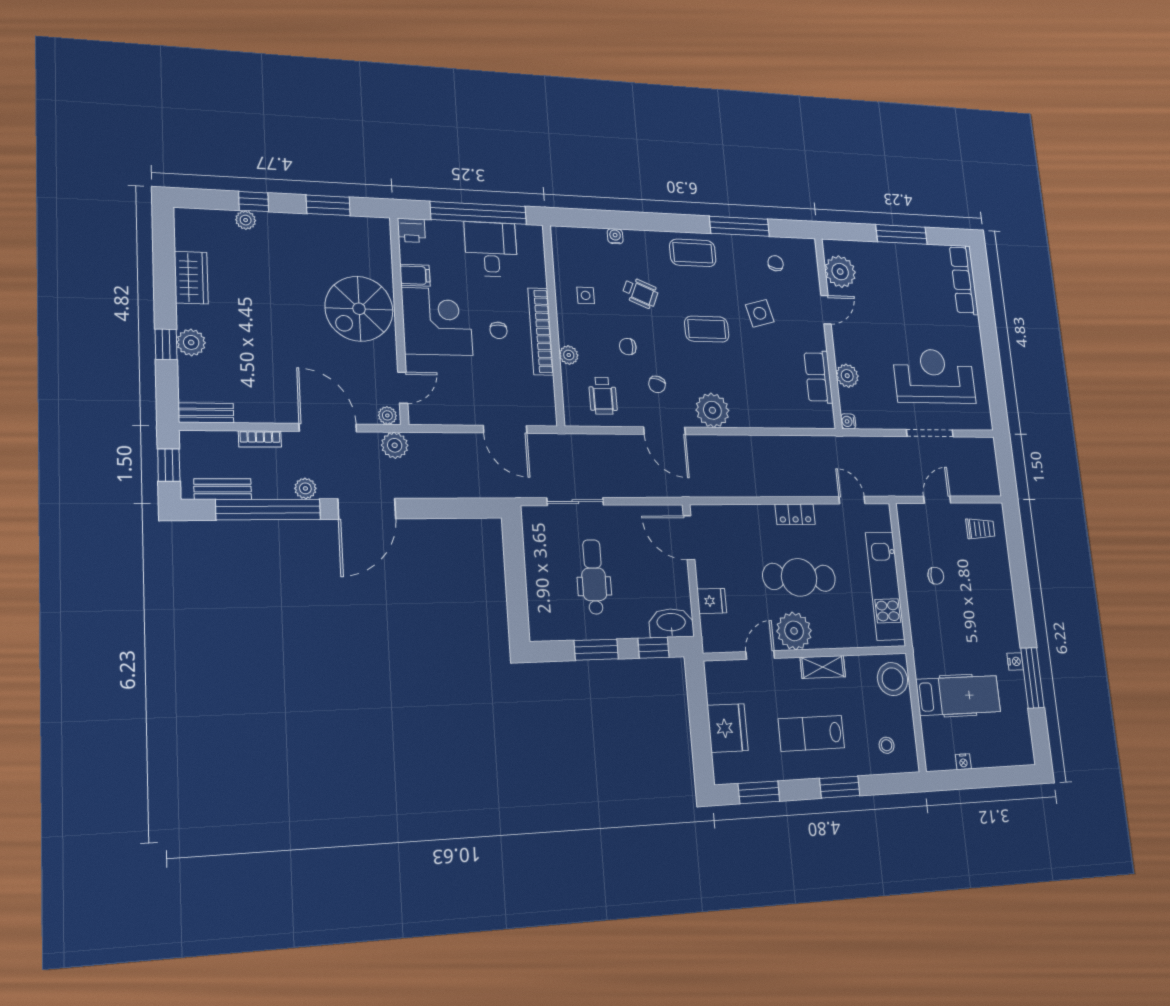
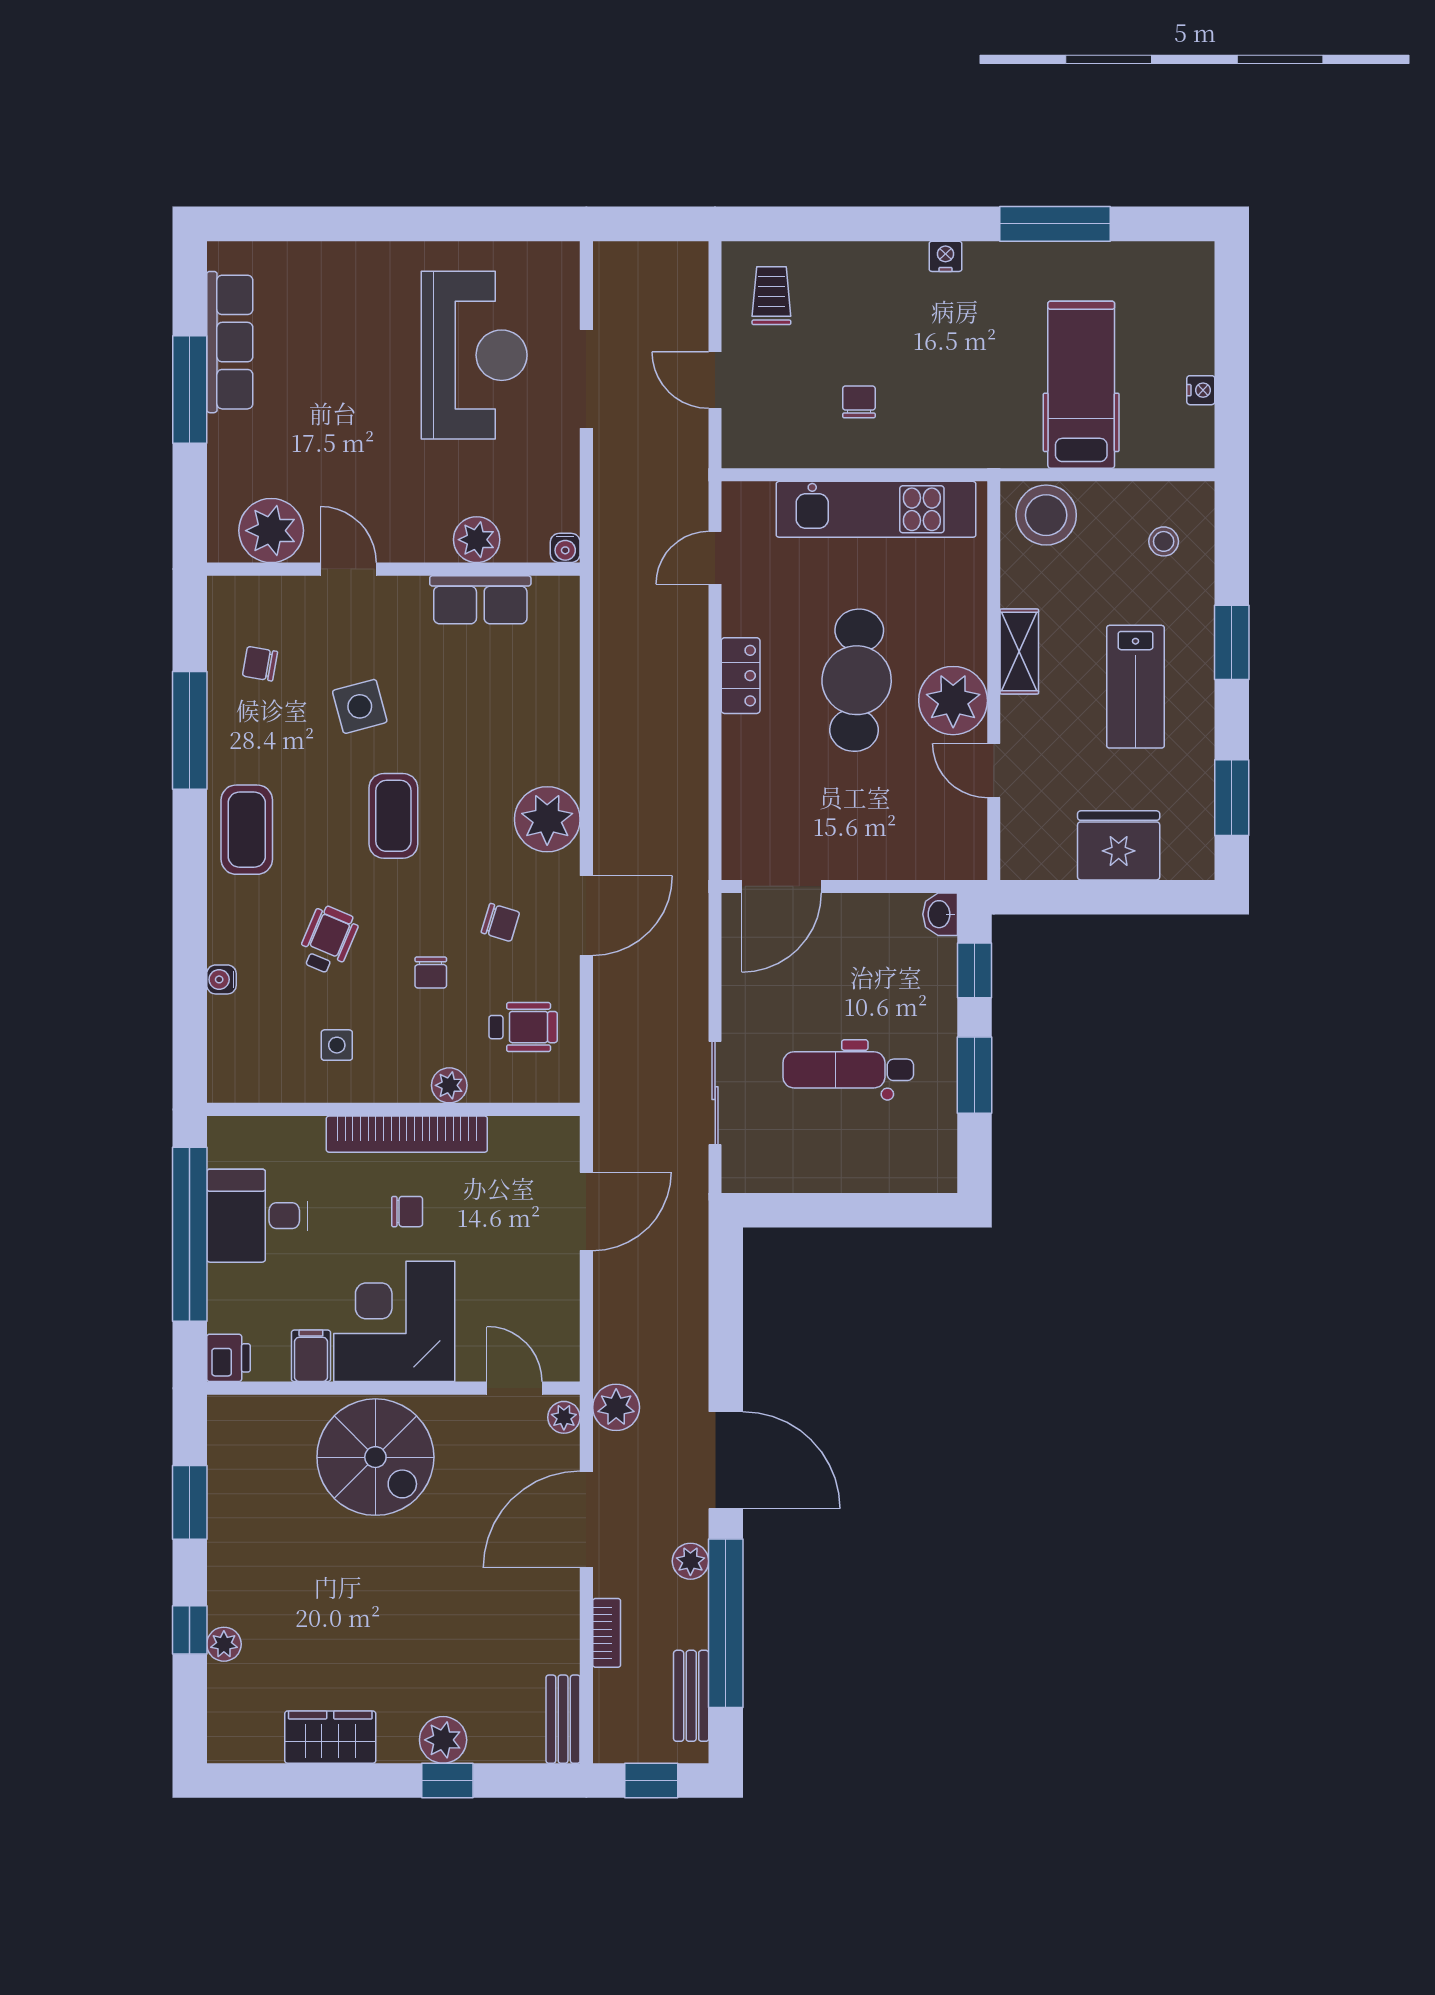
row of seats: (964, 280) -> (230, 342), moved, turned -90
reception desk: (934, 376) -> (474, 355), turned 180
fridge: (712, 601) -> (895, 854), removed
washbasin: (671, 623) -> (940, 914), width x0.52, depth x0.69
nightstand: (1015, 661) -> (945, 256), moved

